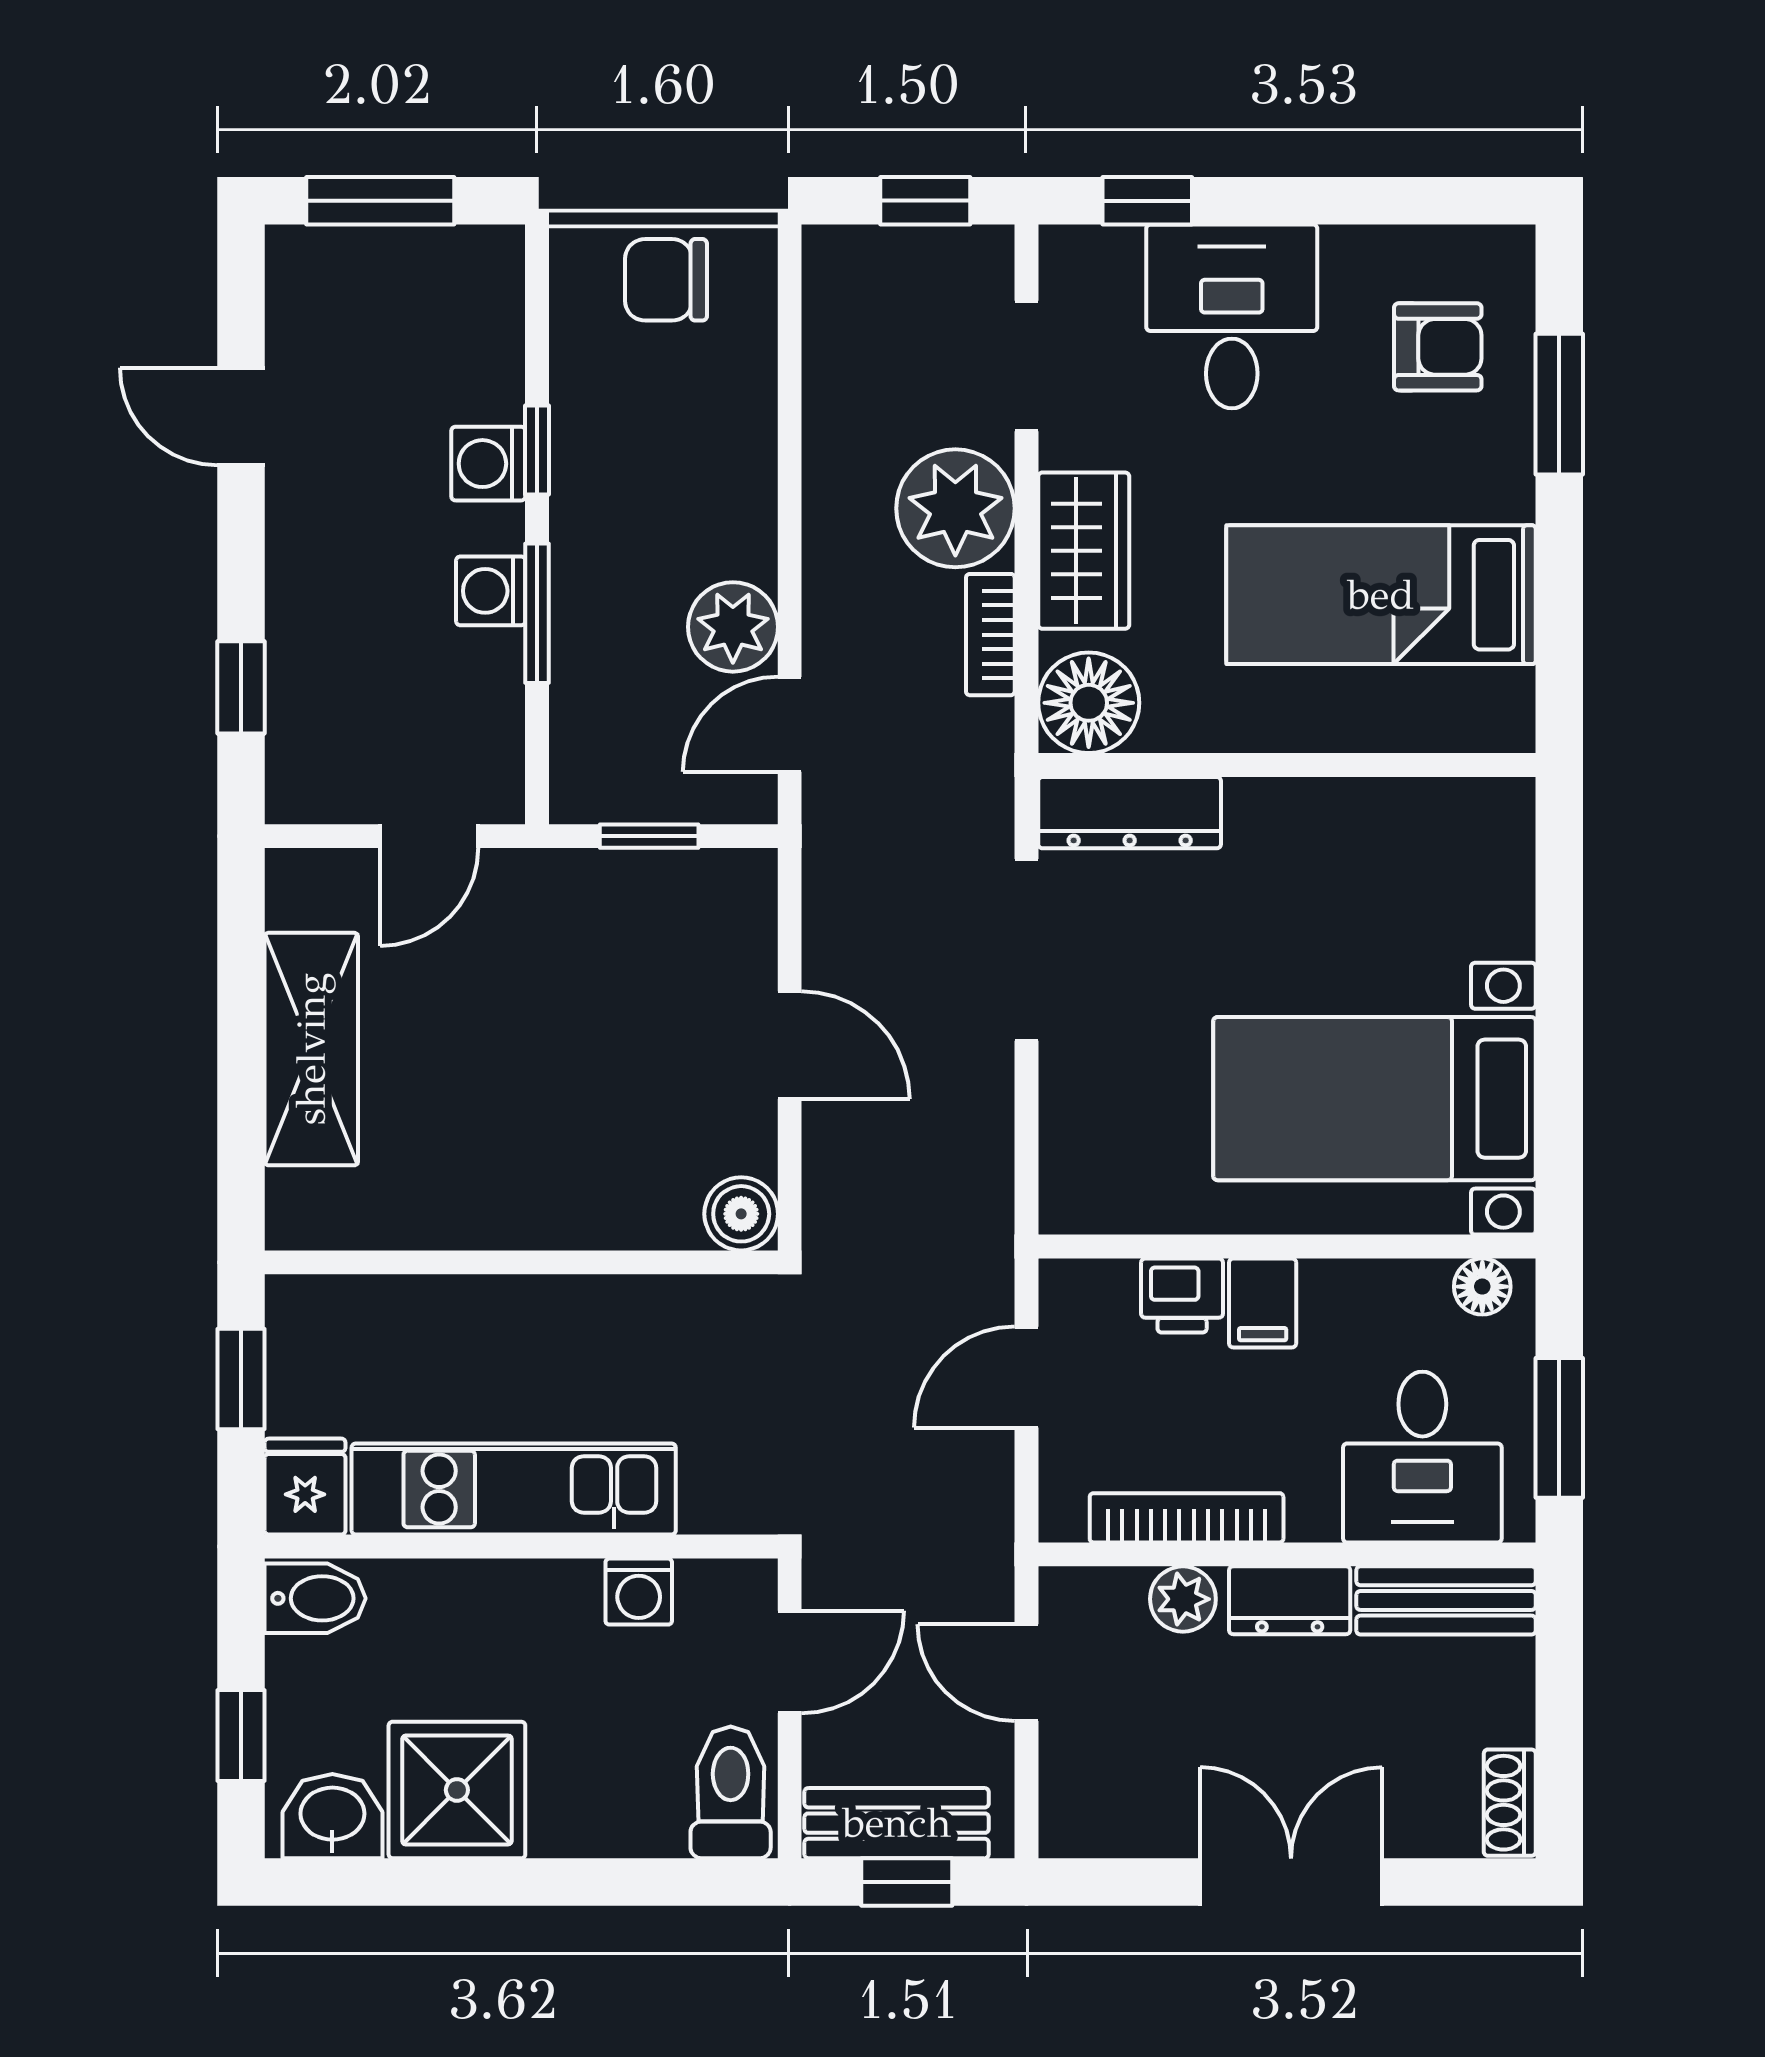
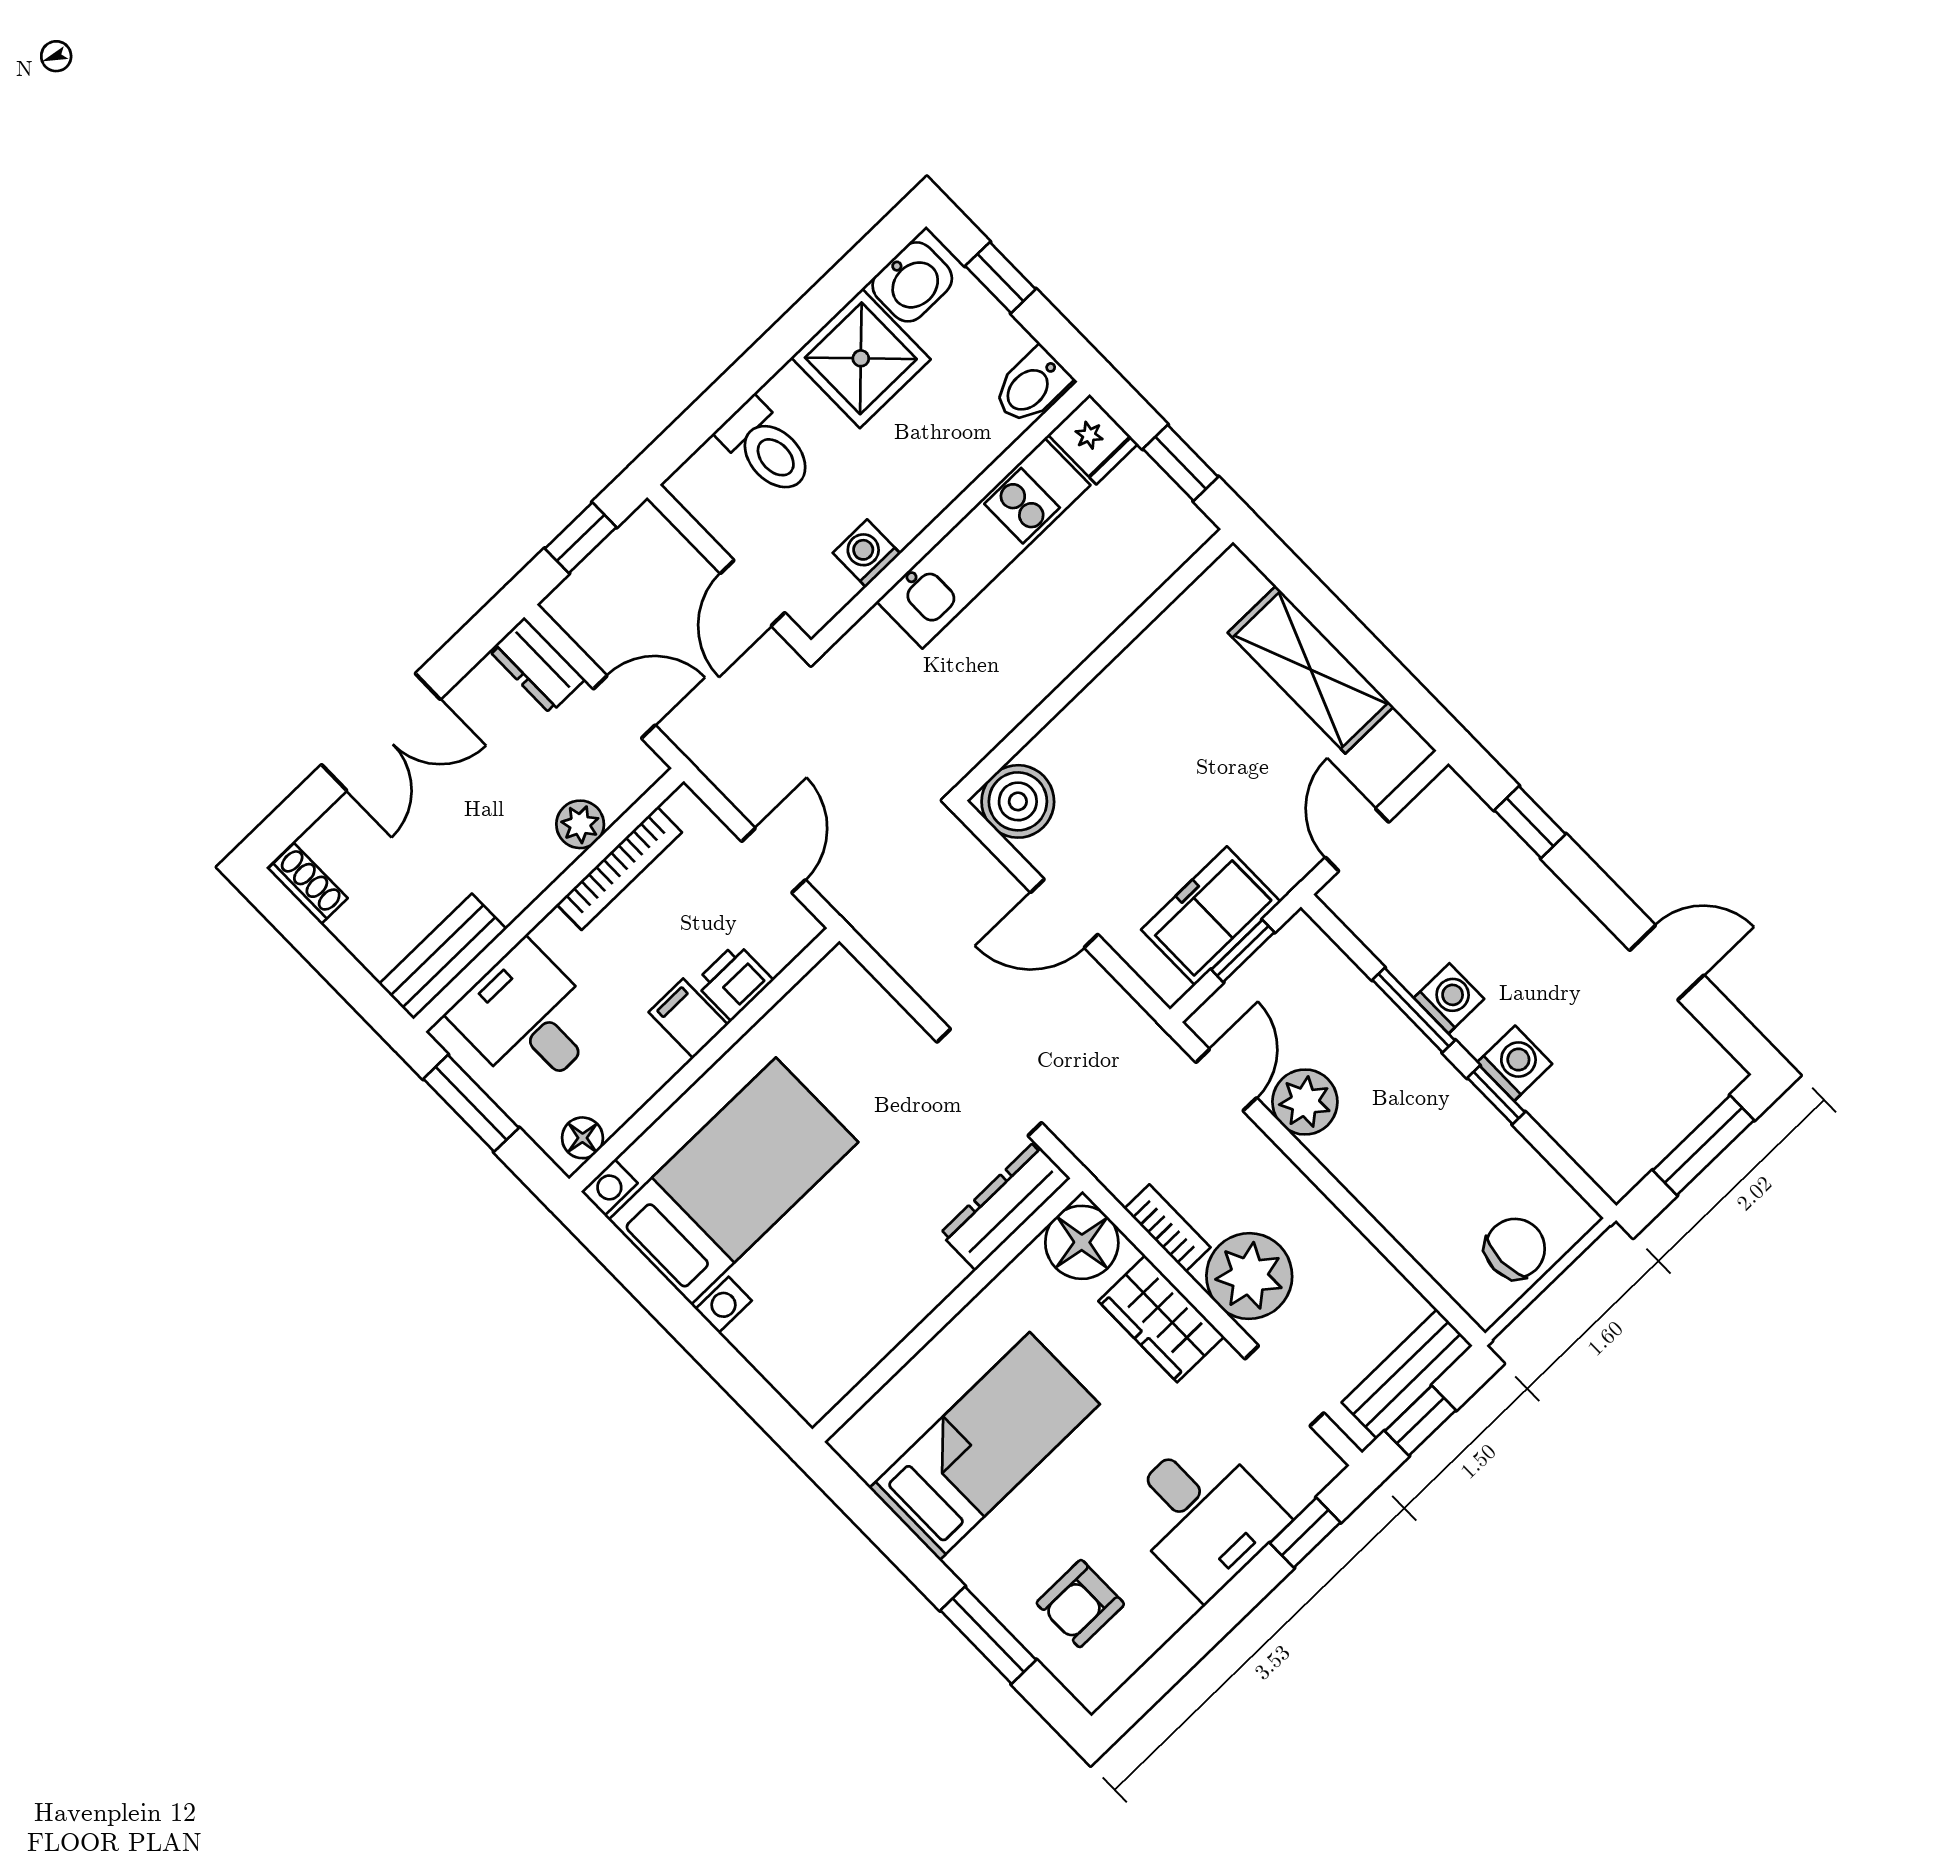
freezer: (647, 902) -> (1211, 916), added
boiler: (741, 1214) -> (1018, 801), width x1.36, depth x1.36
dresser: (1290, 1600) -> (537, 665), moved, turned -90
toilet: (731, 1792) -> (766, 448), moved
bench: (897, 1823) -> (1407, 1374), moved

